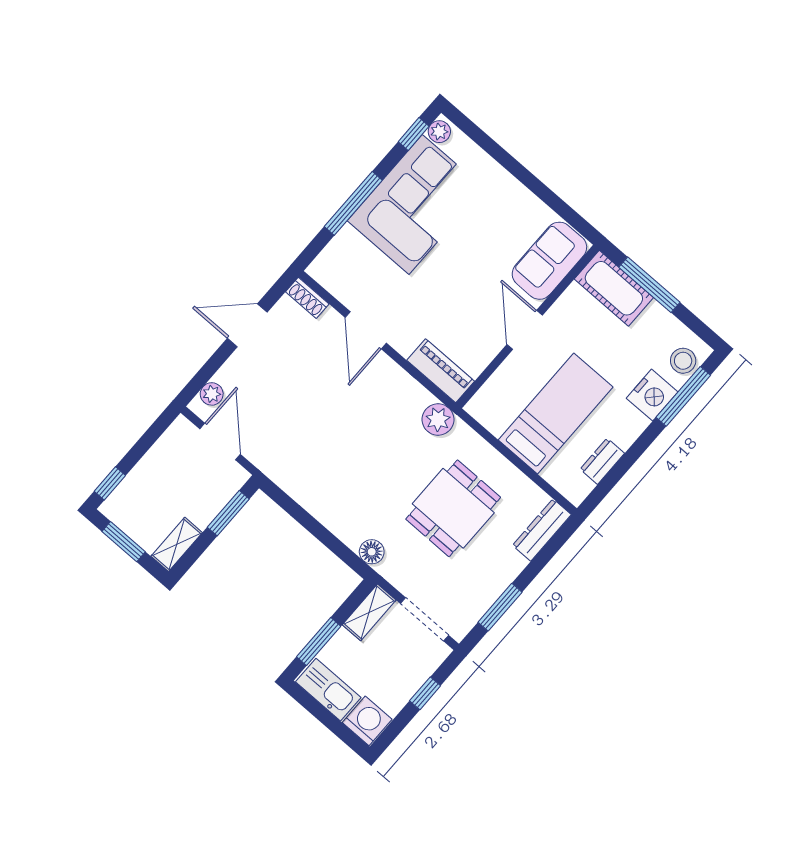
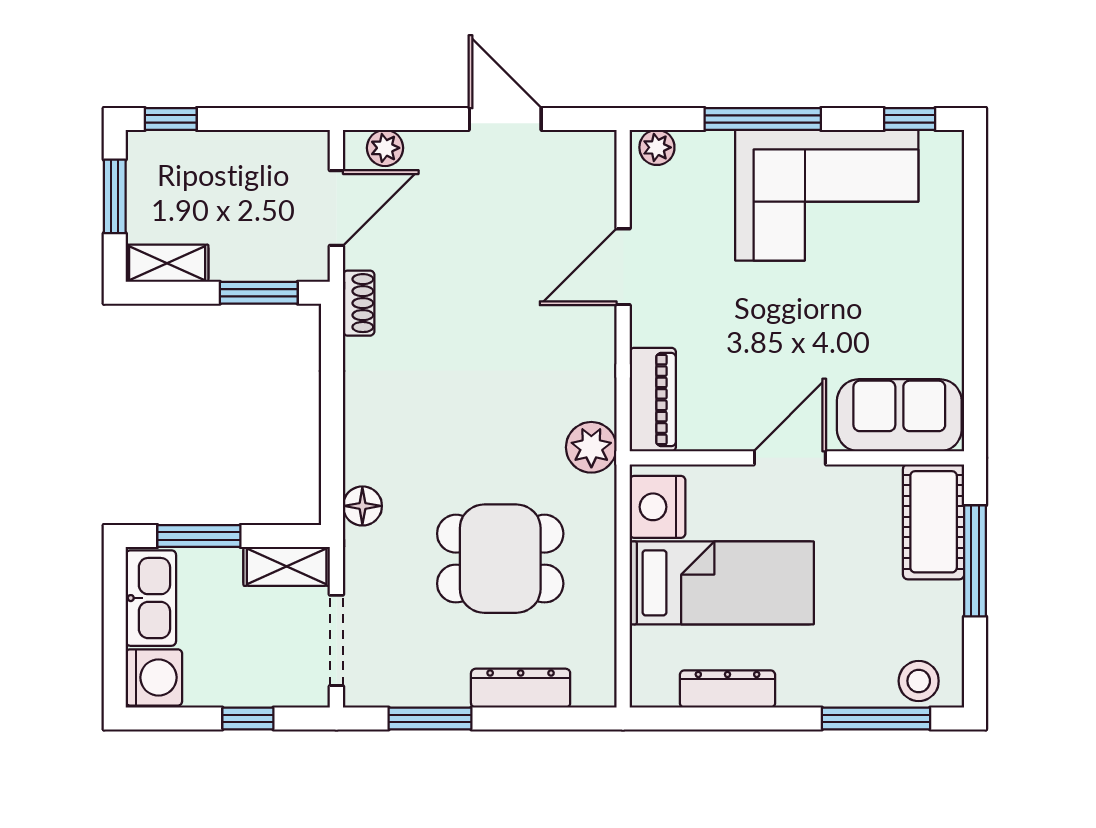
plant: (439, 132) -> (657, 147), moved
shoe rack: (307, 298) -> (359, 303), moved, turned 180
nightstand: (652, 395) -> (657, 507), moved, turned 90
dresser: (602, 461) -> (727, 689), width x1.44
dresser: (542, 530) -> (521, 688), moved

